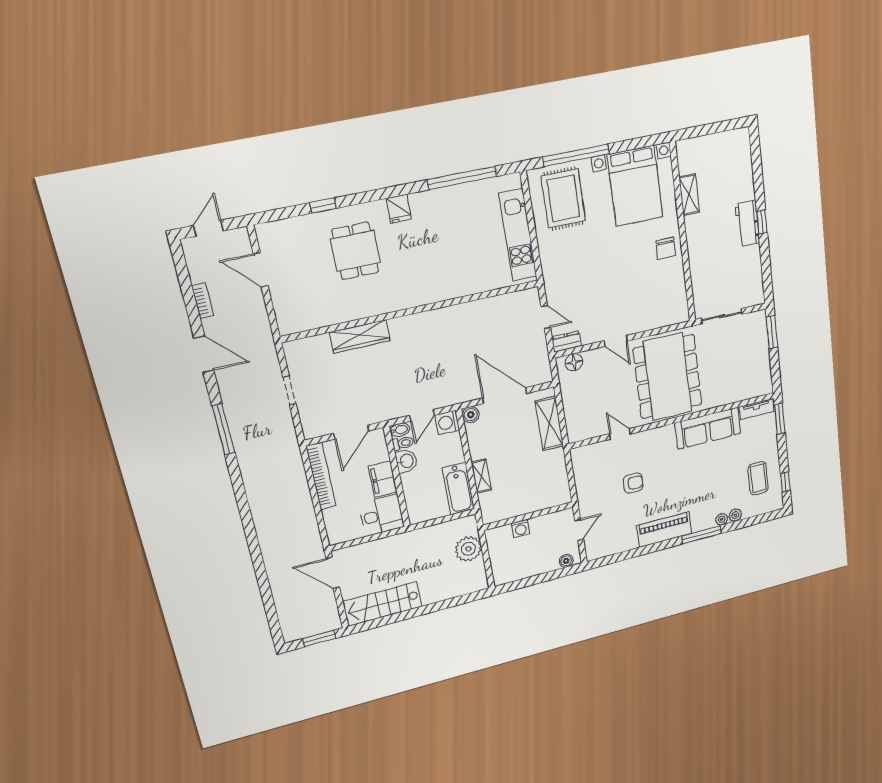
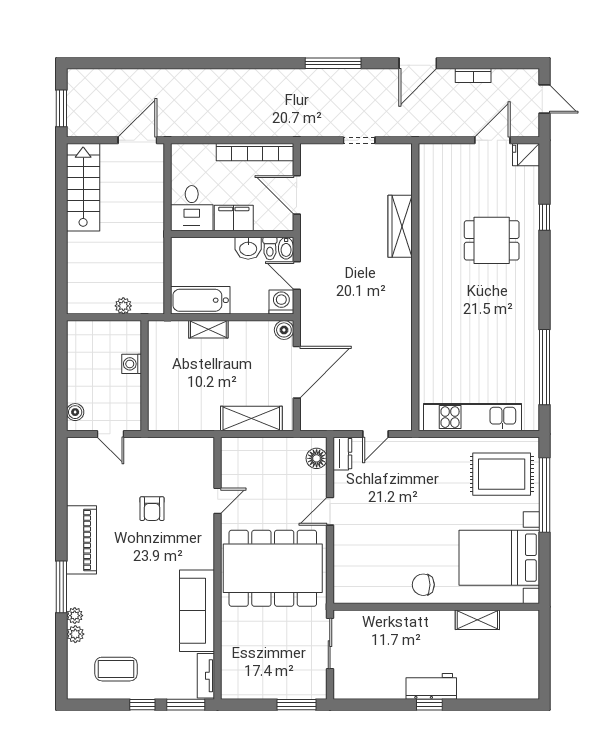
fridge: (399, 209) -> (526, 155), moved
window: (785, 482) -> (142, 705), moved
plant: (468, 549) -> (123, 306), width x0.53, depth x0.53

